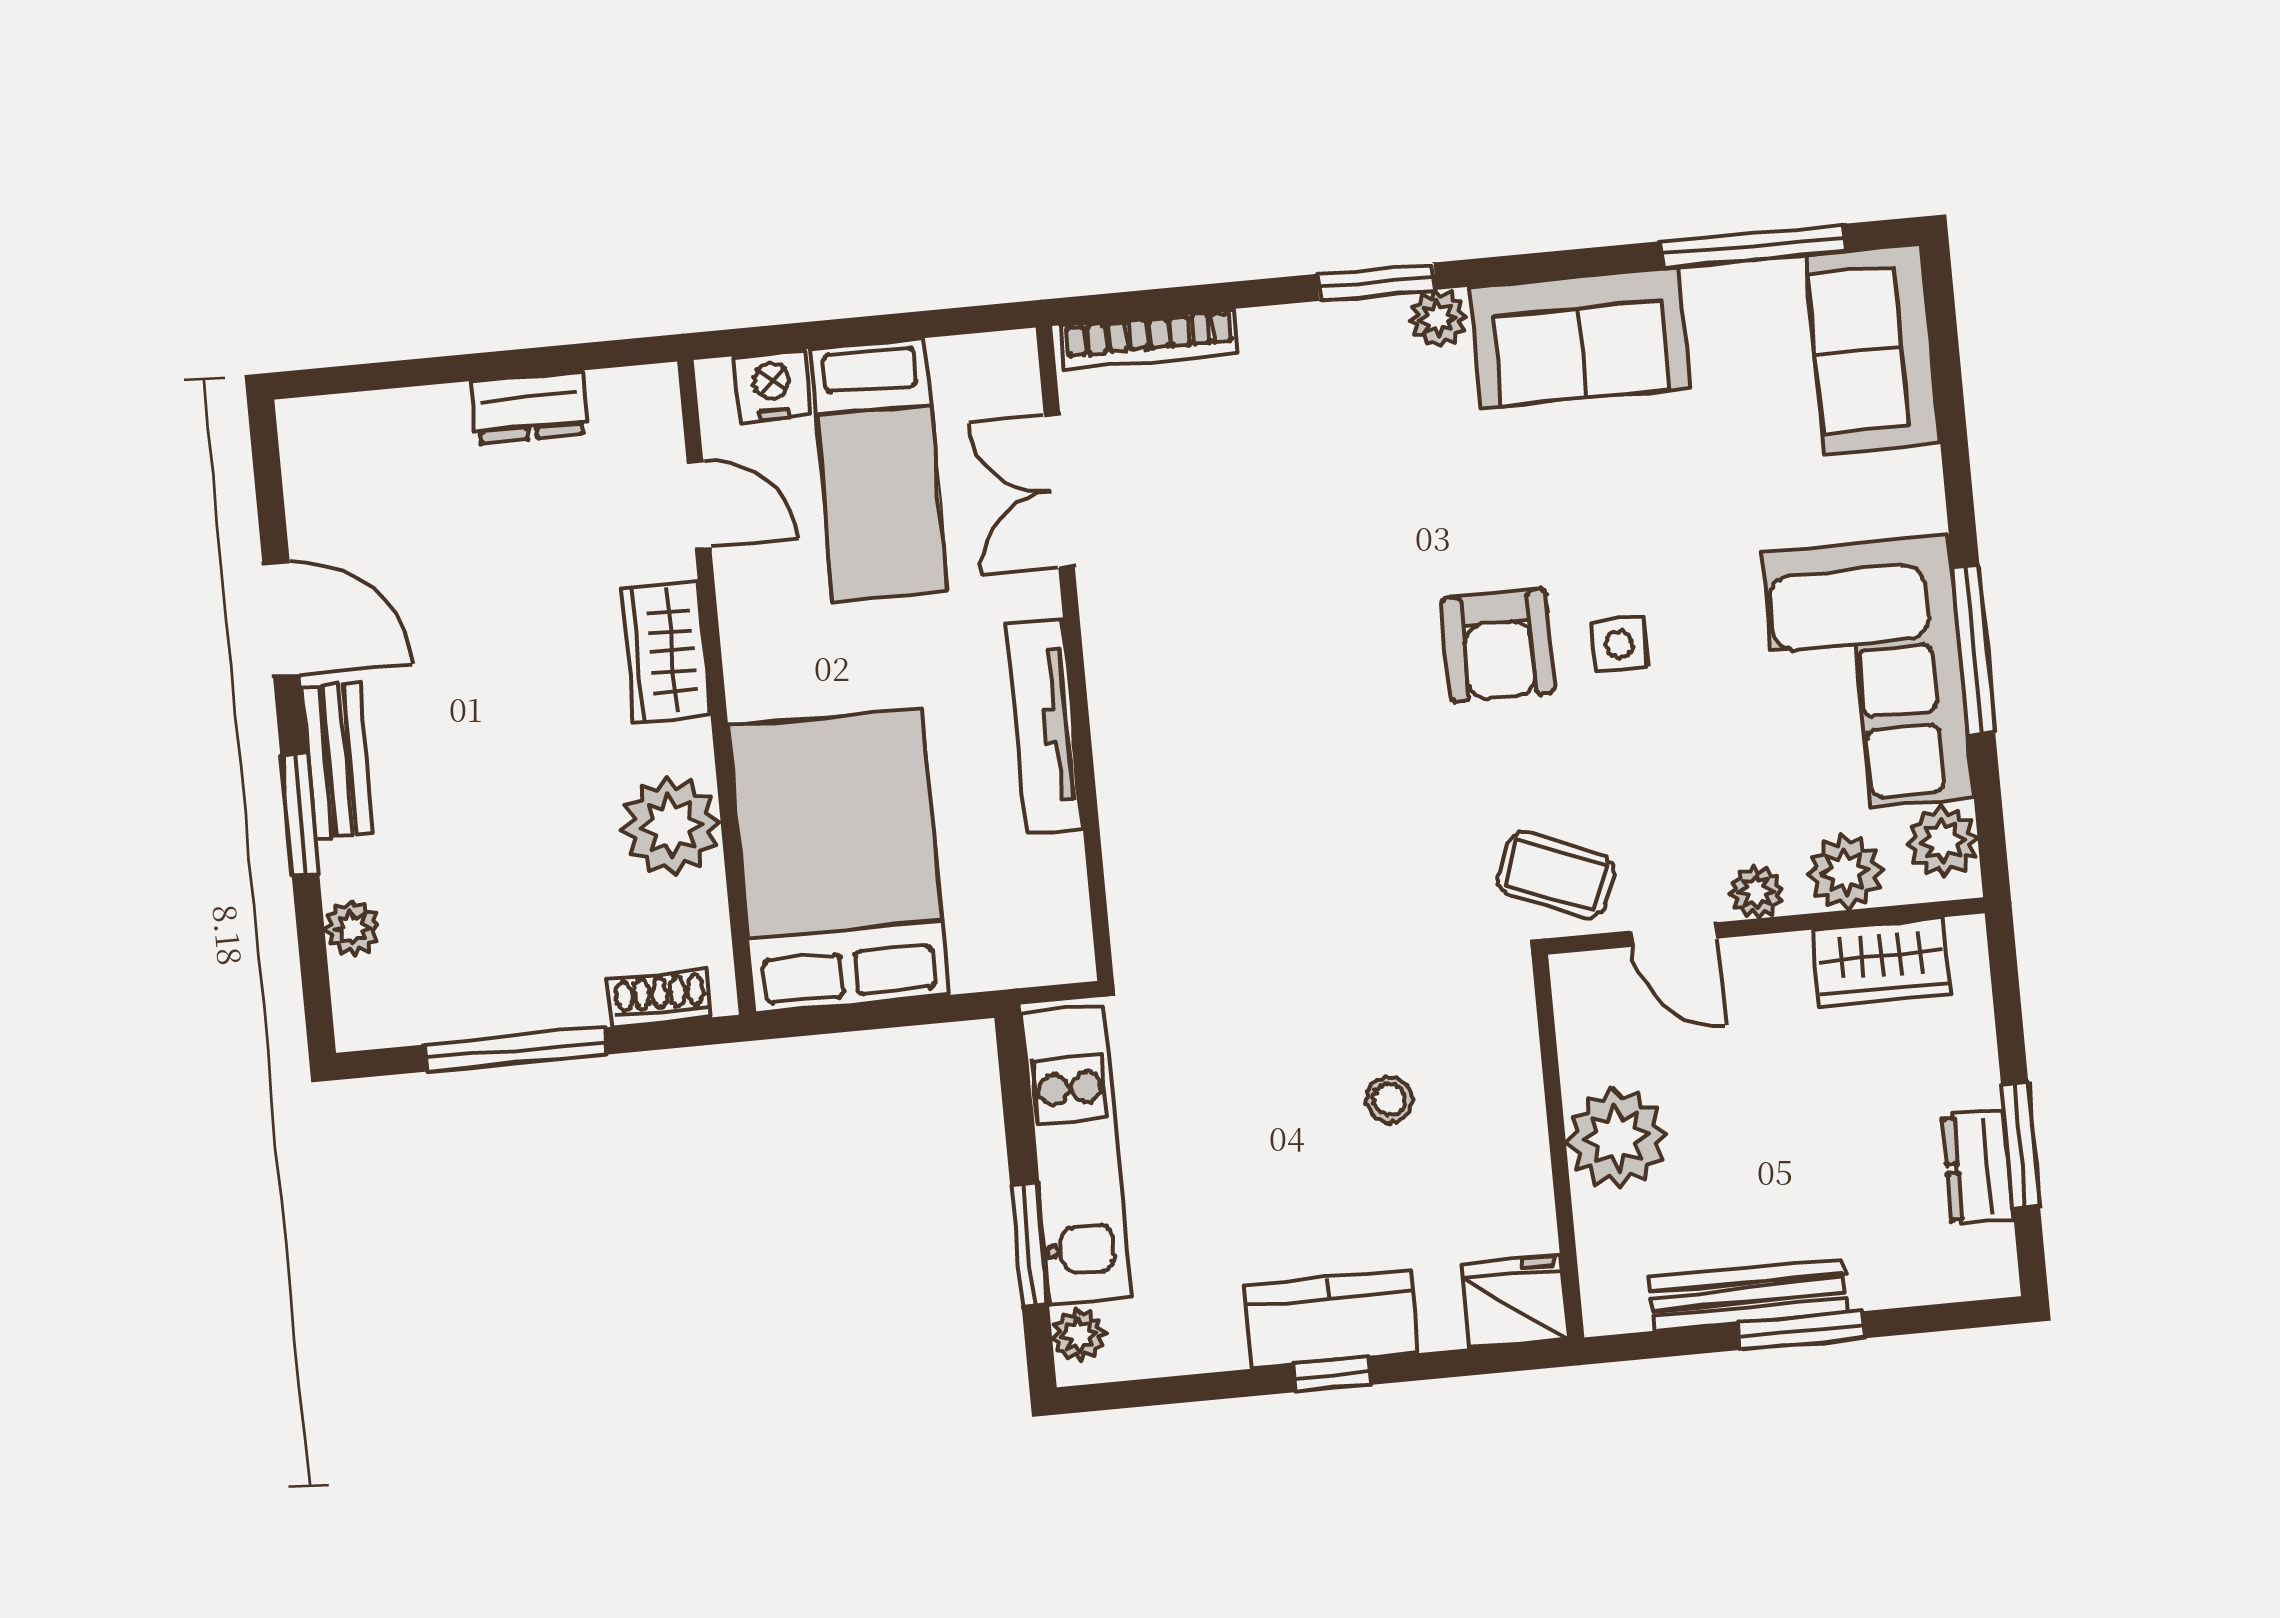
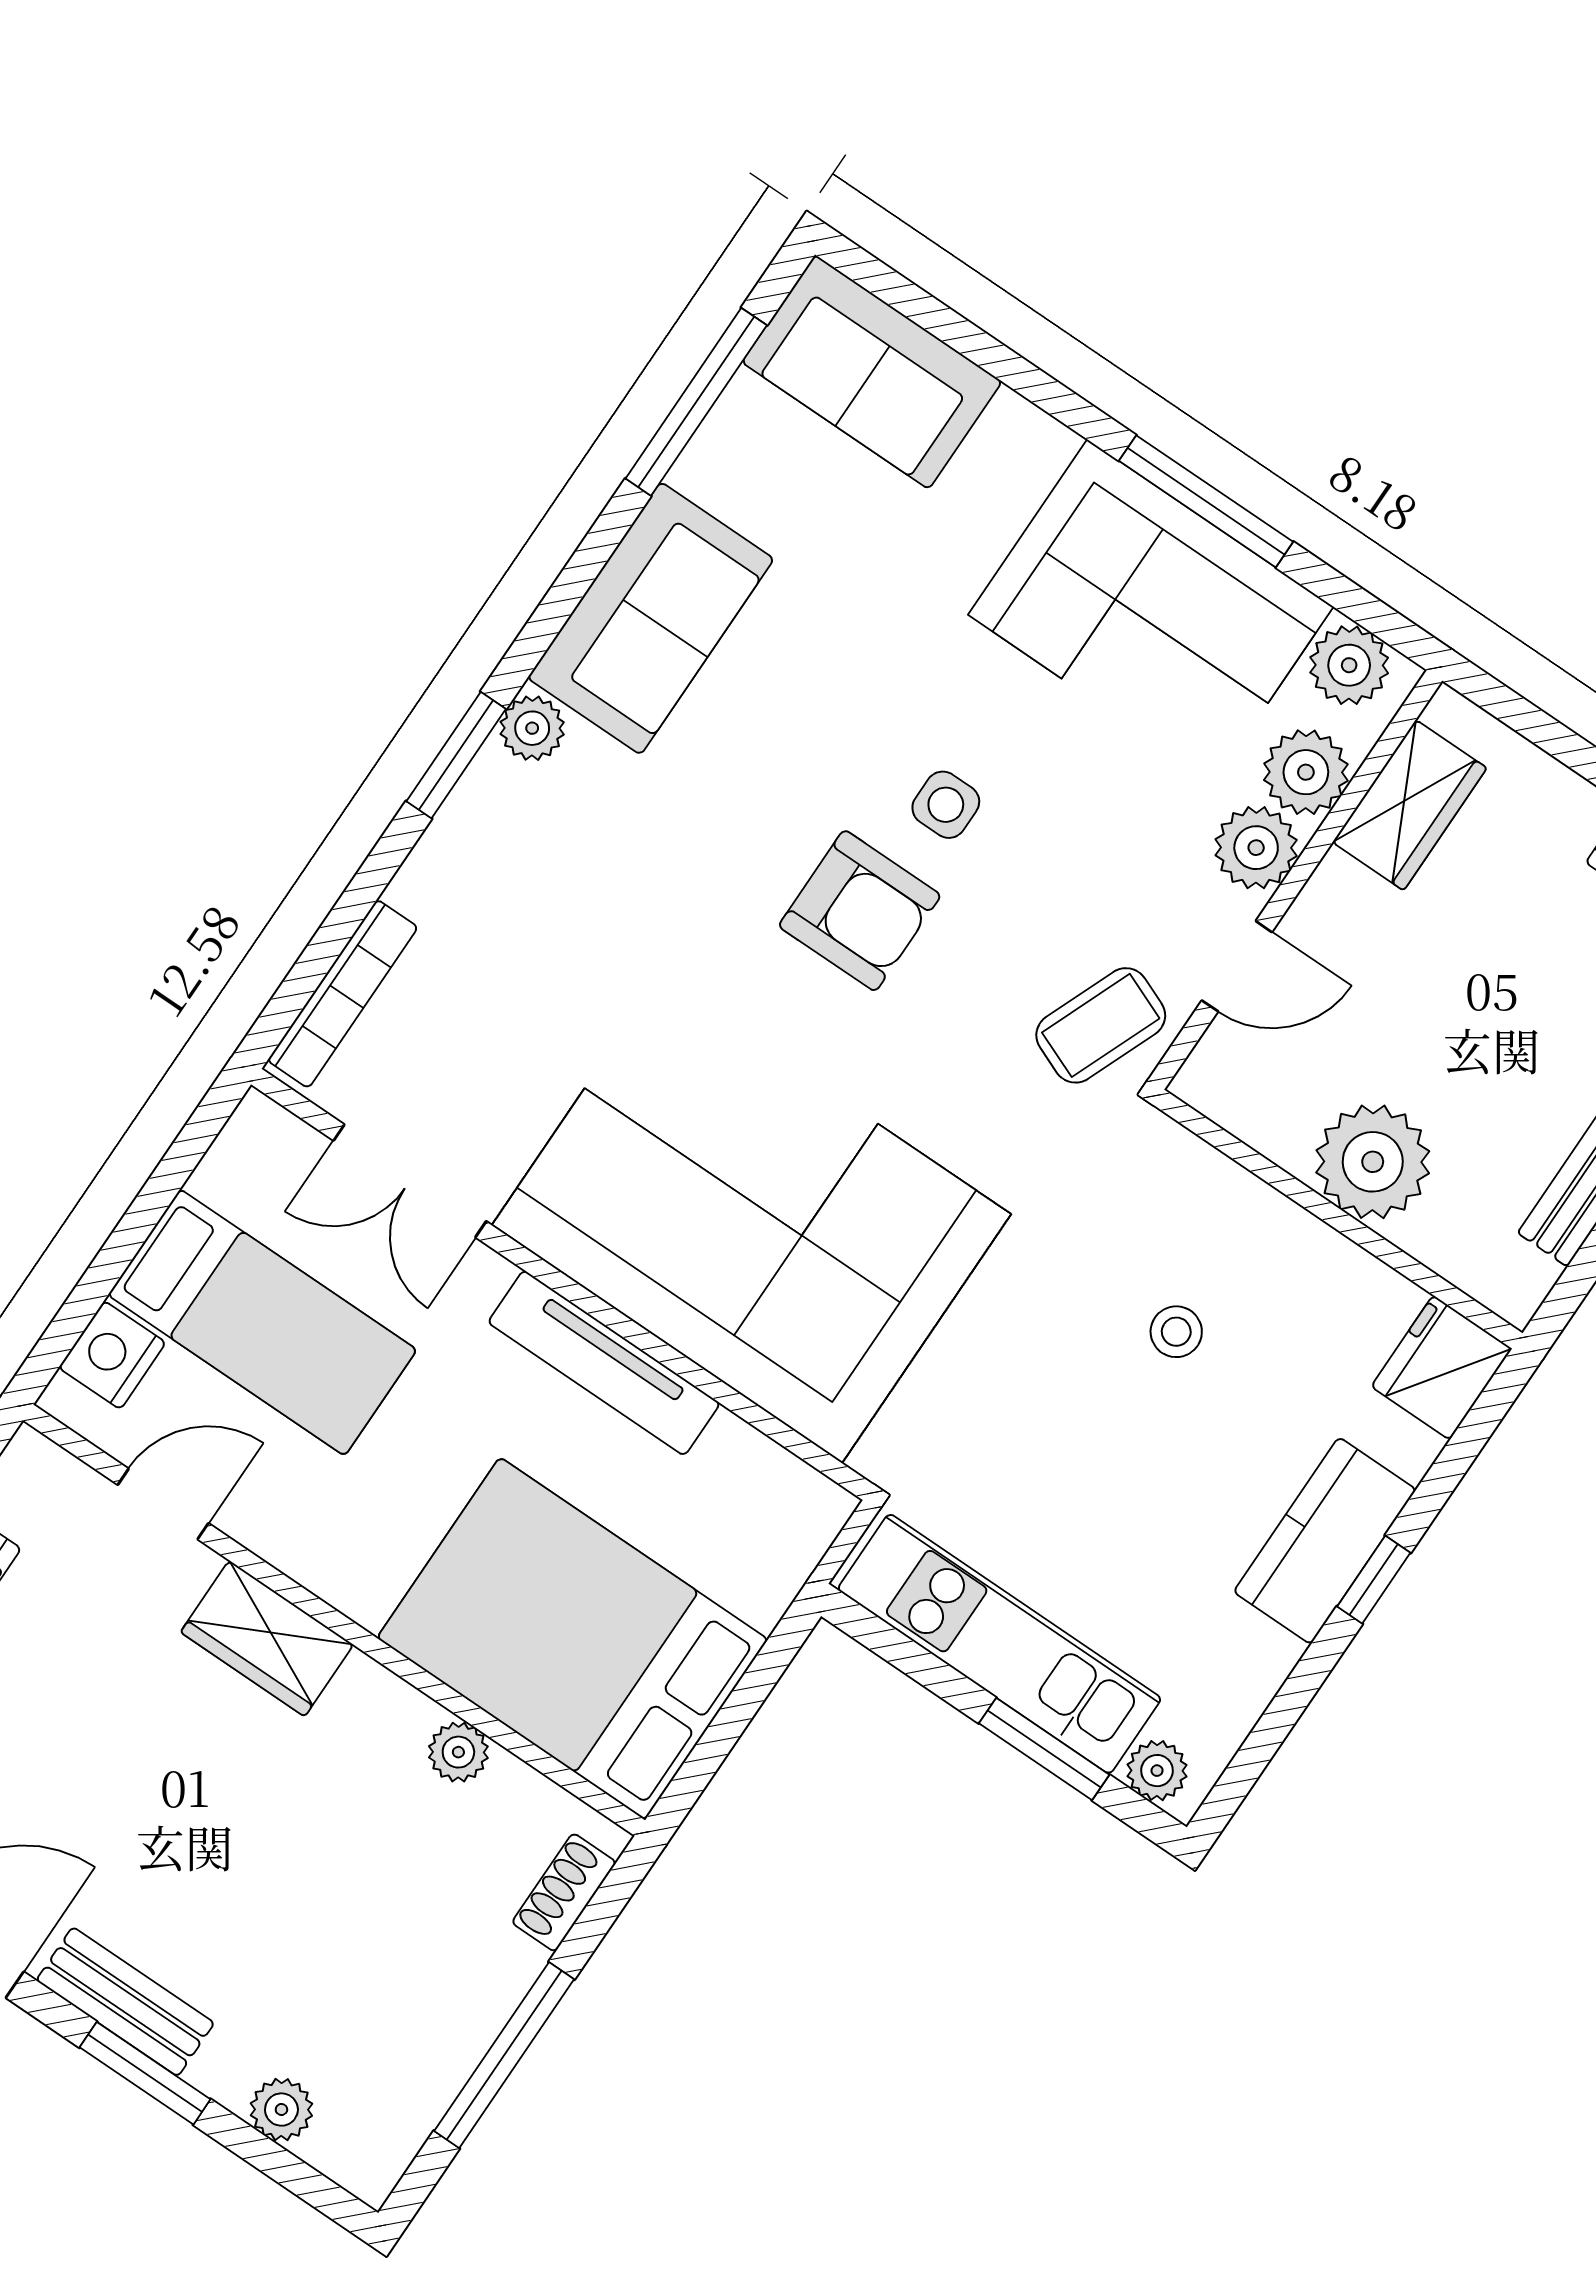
corner sofa: (1226, 746) -> (751, 1220), added
plant: (671, 826) -> (458, 1752), width x0.53, depth x0.53
plant: (1756, 892) -> (1256, 848), width x1.38, depth x1.38

